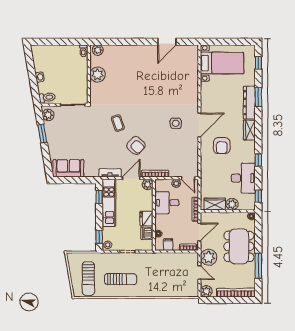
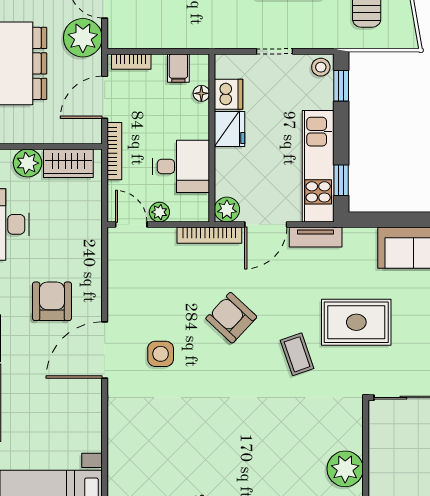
rug: (93, 137) -> (356, 322), added
armchair: (136, 145) -> (231, 318), moved

